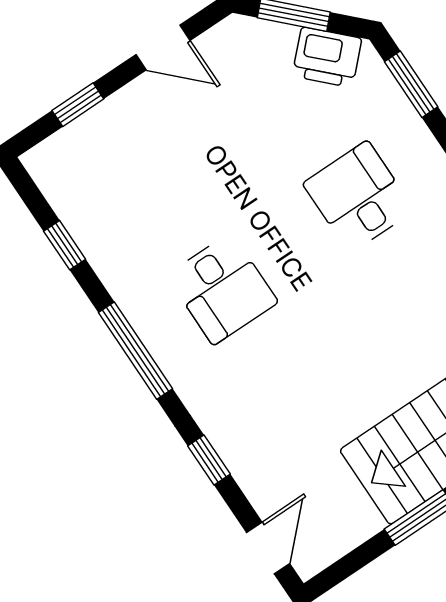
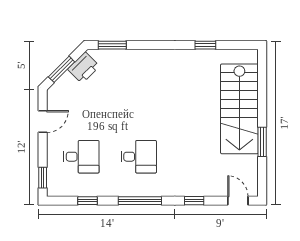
window: (78, 105) -> (43, 178), moved
desk: (359, 197) -> (81, 157), moved, turned 180

